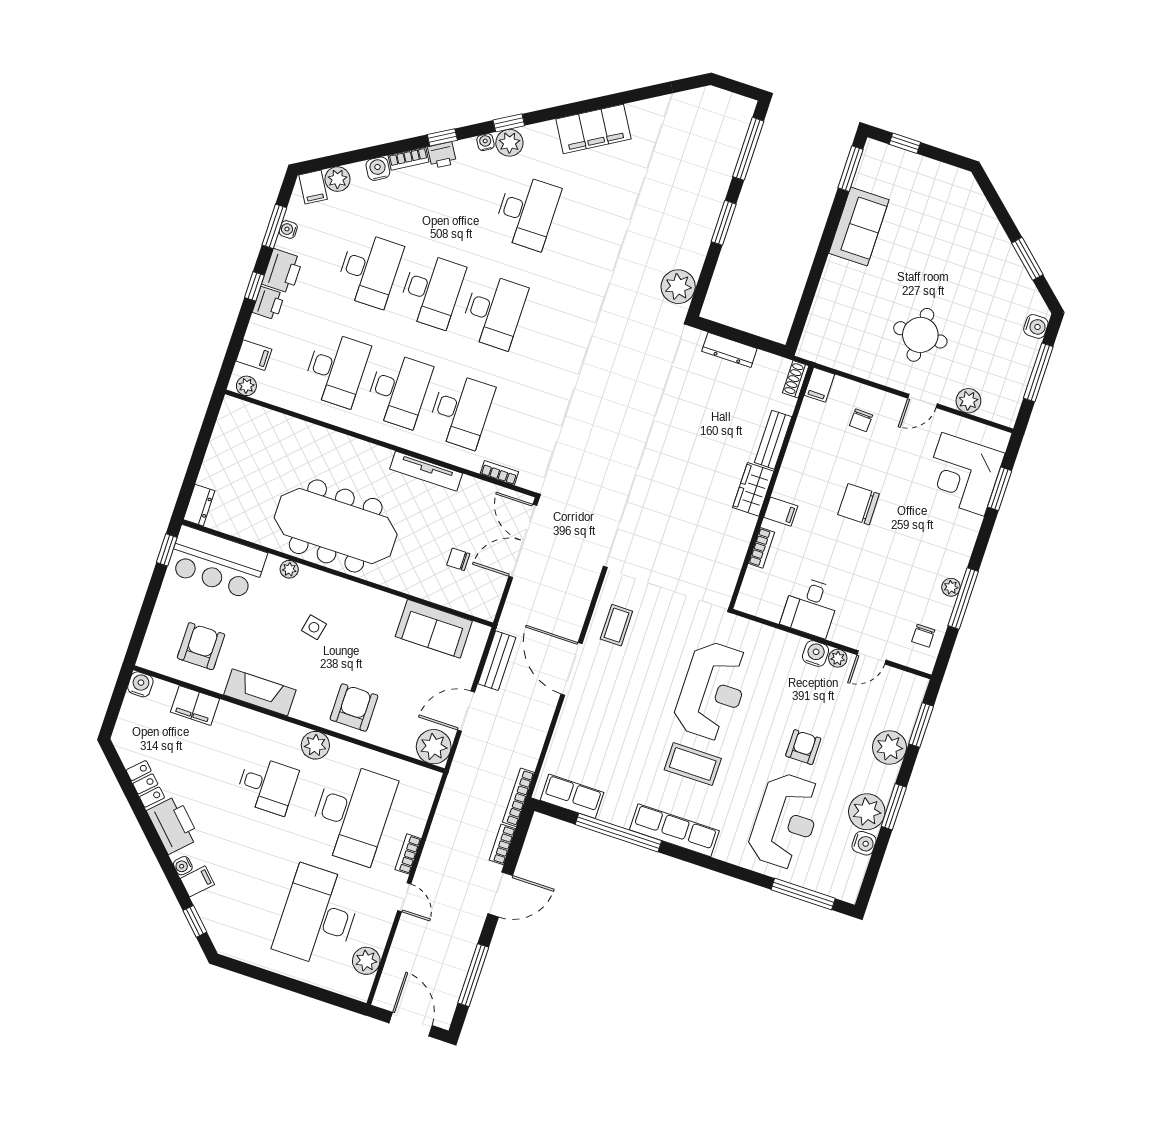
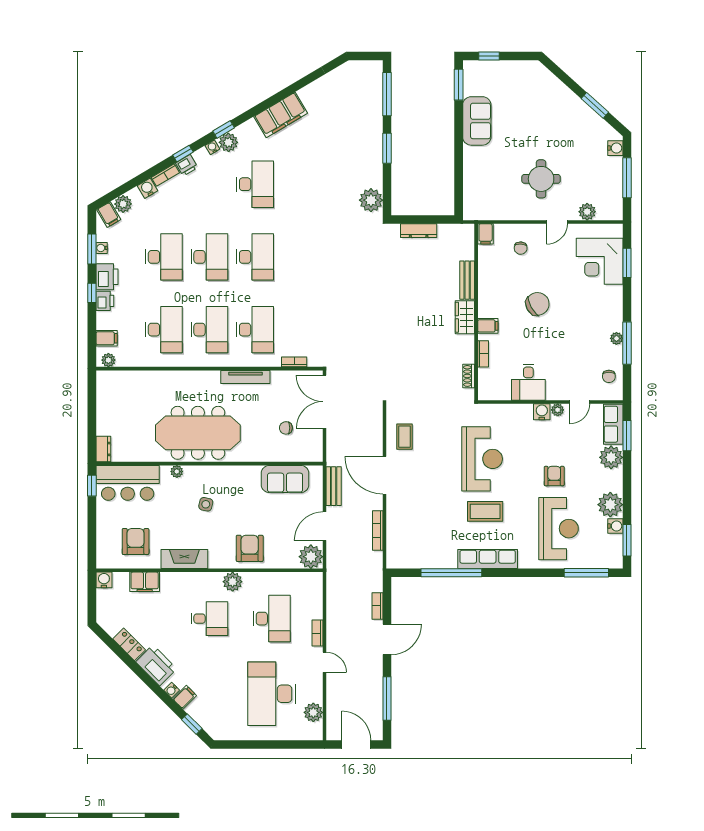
shoe rack: (796, 379) -> (469, 376), moved
chair: (859, 504) -> (537, 304), turned 151
row of seats: (572, 796) -> (613, 424), moved, turned -90
bookcase: (518, 797) -> (378, 530), moved
window: (894, 807) -> (627, 540), moved
desk: (352, 814) -> (272, 619), width x0.73, depth x0.77

